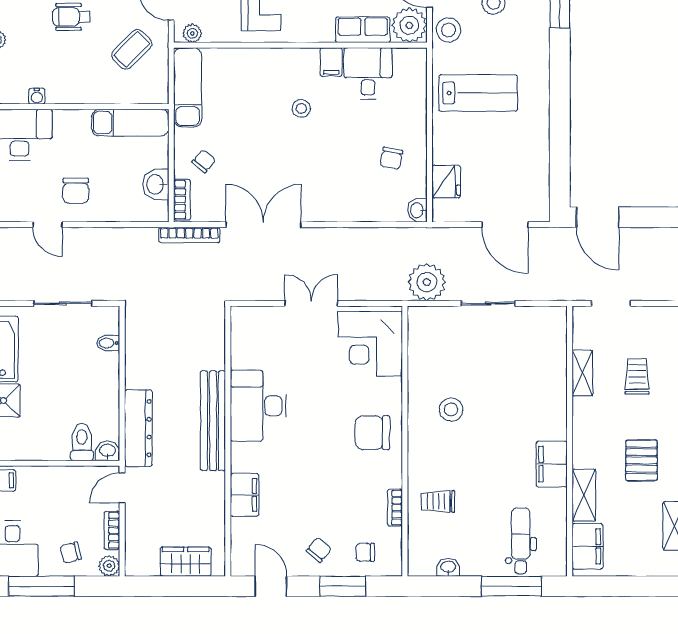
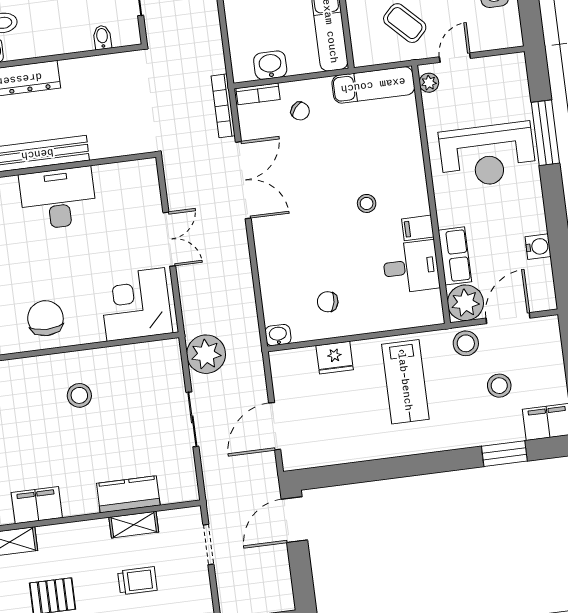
fridge: (446, 182) -> (335, 358), moved
kitchen counter: (553, 374) -> (128, 494), added

